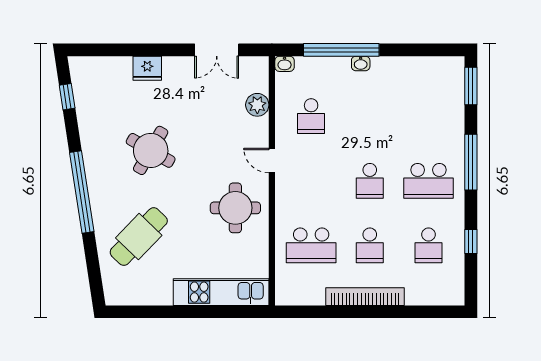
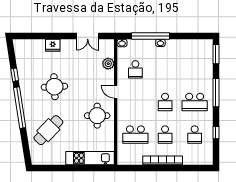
window: (67, 97) -> (15, 75), moved
round table: (151, 150) -> (54, 87), turned -33

